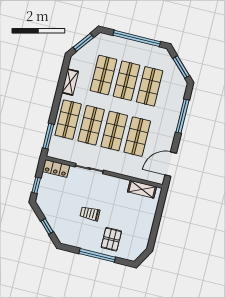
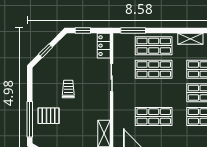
shop shelf: (114, 131) -> (154, 93), removed
window: (97, 255) -> (30, 119), moved

